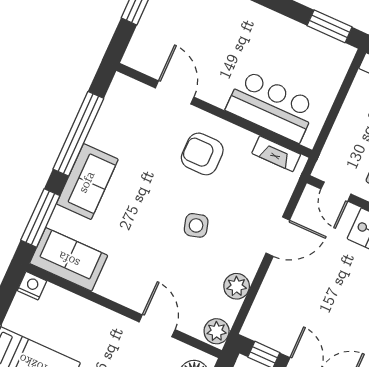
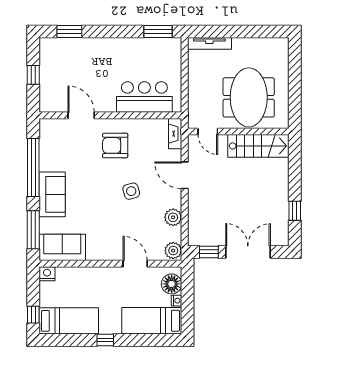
fireplace: (276, 154) -> (175, 134), moved, turned 90
door: (278, 237) -> (185, 175), swing flipped

